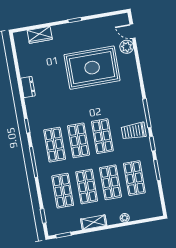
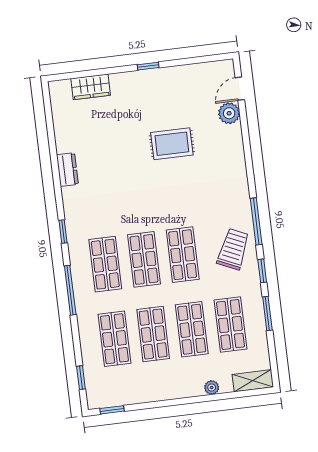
door: (133, 31) -> (240, 89), hinge flipped
rug: (92, 68) -> (172, 144), width x0.54, depth x0.49
trolley: (134, 131) -> (233, 249), turned 114
shelving: (94, 222) -> (253, 381), moved

